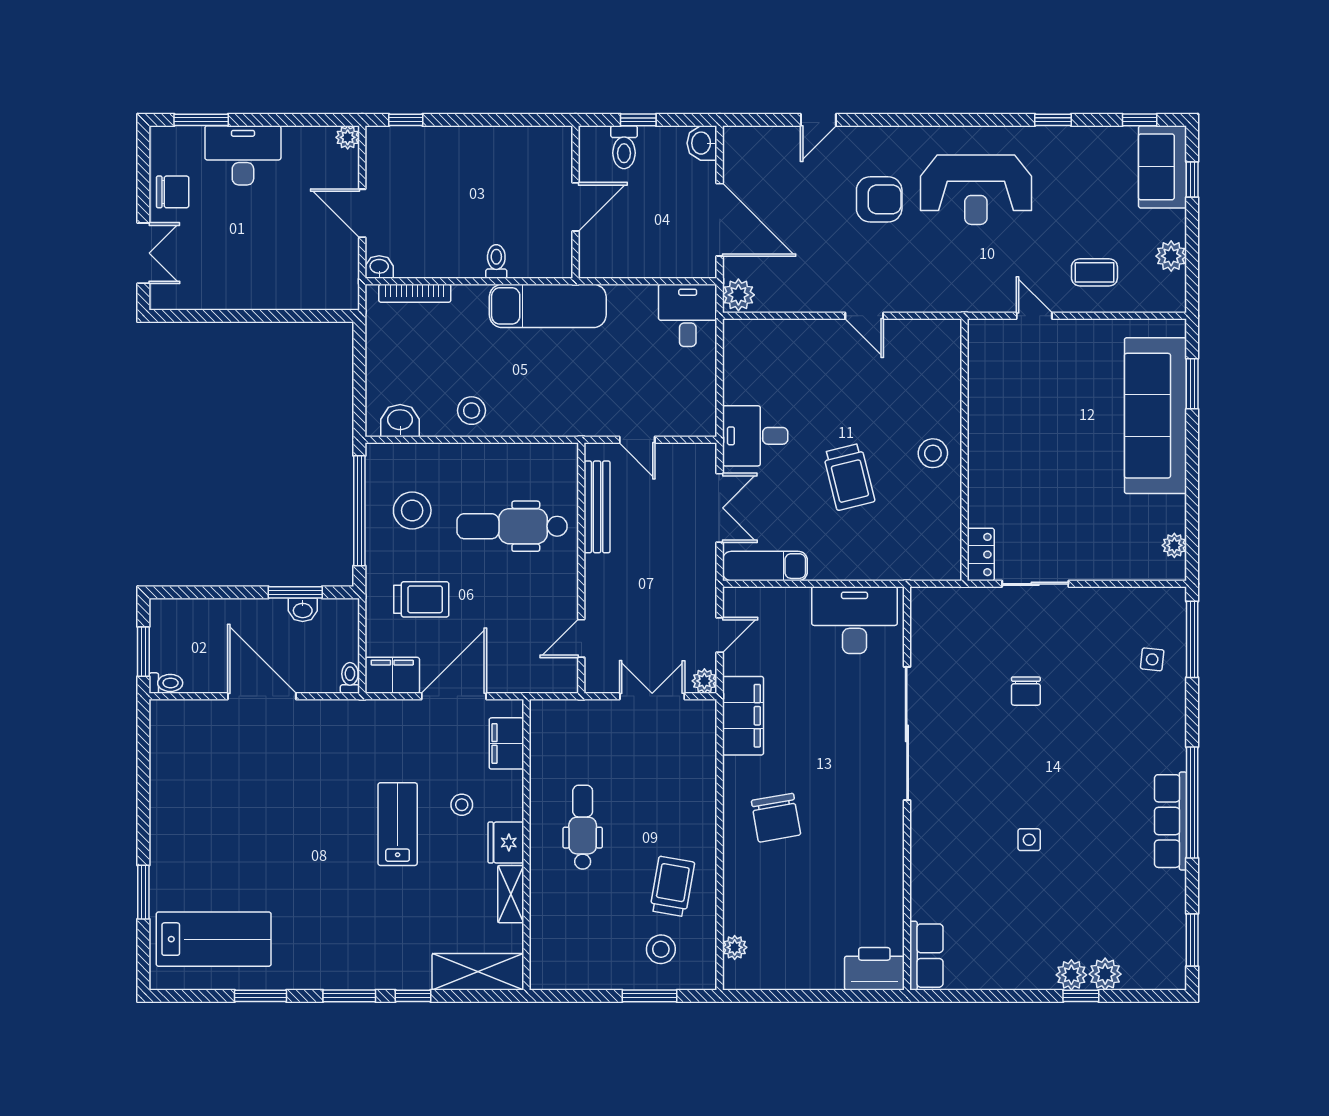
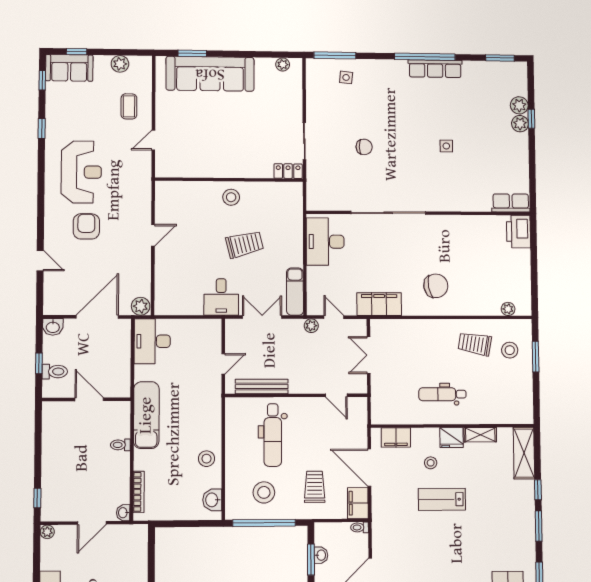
desk: (688, 315) -> (152, 341), width x1.37
plant: (704, 681) -> (311, 326), moved

